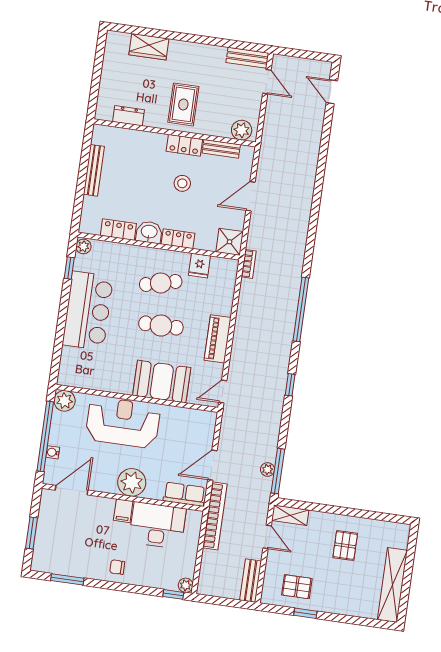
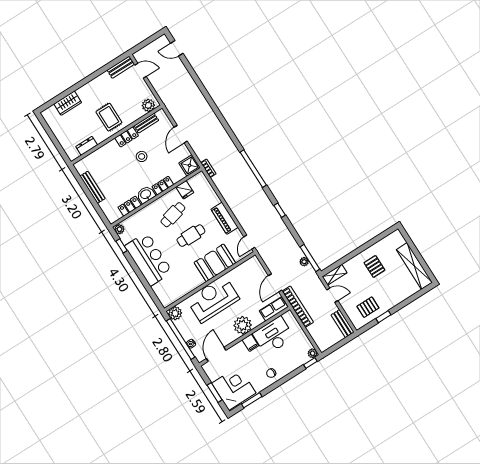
corner desk: (58, 547) -> (234, 388), added

